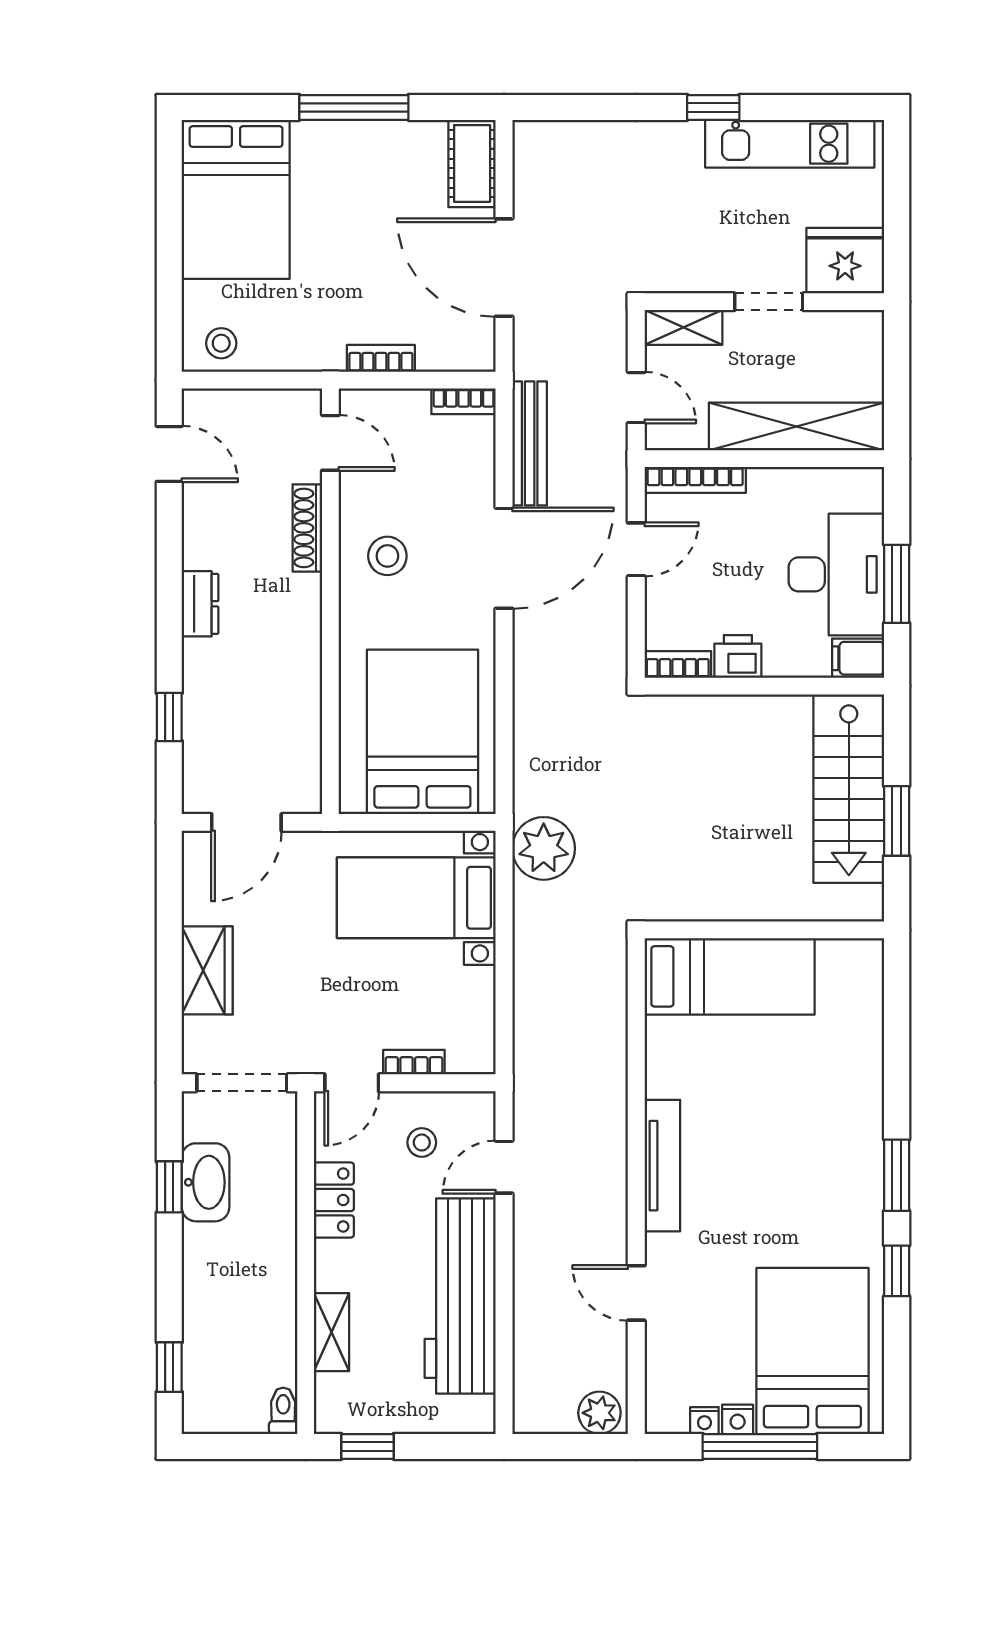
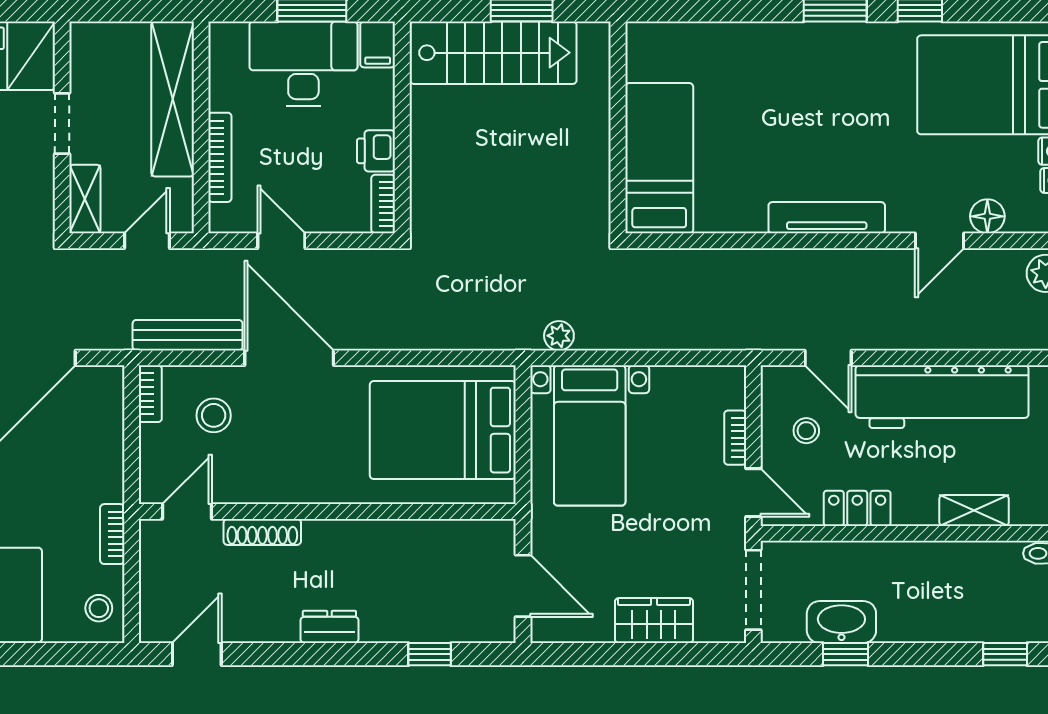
bookcase: (381, 358) -> (112, 534), moved
bookcase: (695, 480) -> (220, 157), moved
stool: (387, 556) -> (214, 415), moved
plant: (544, 848) -> (559, 336), width x0.53, depth x0.53
floor lamp: (664, 1347) -> (987, 216), added

